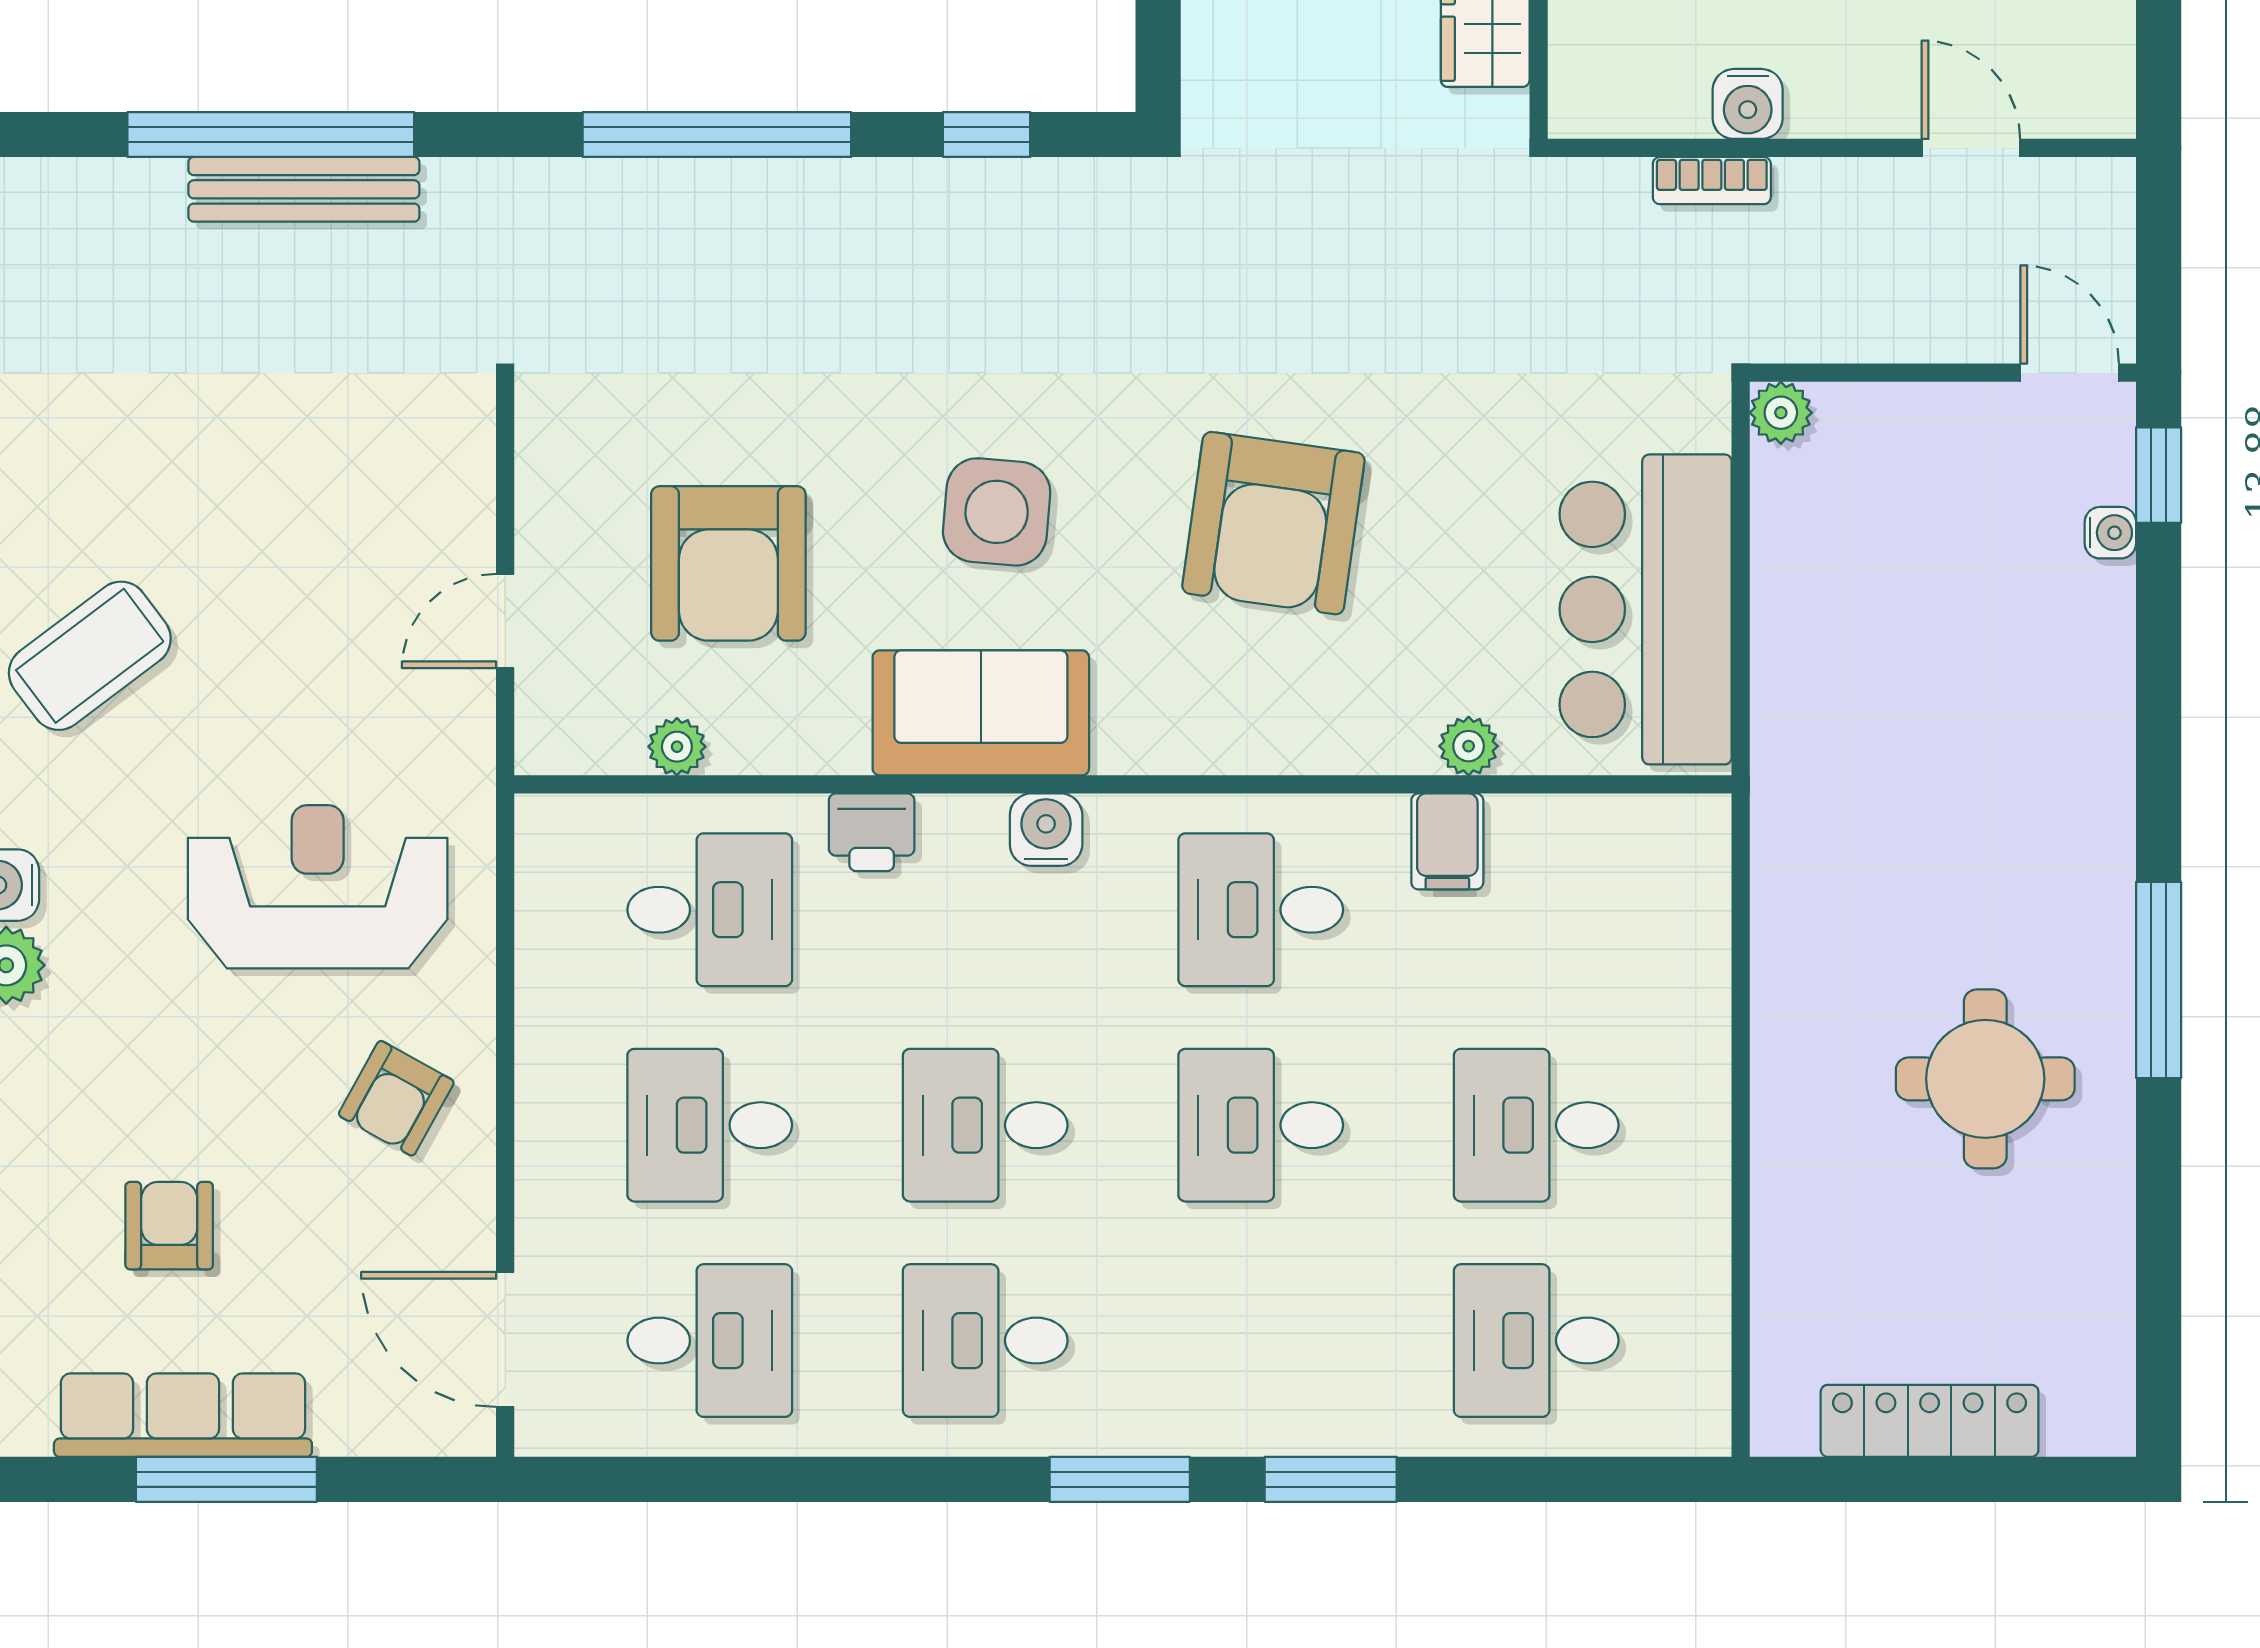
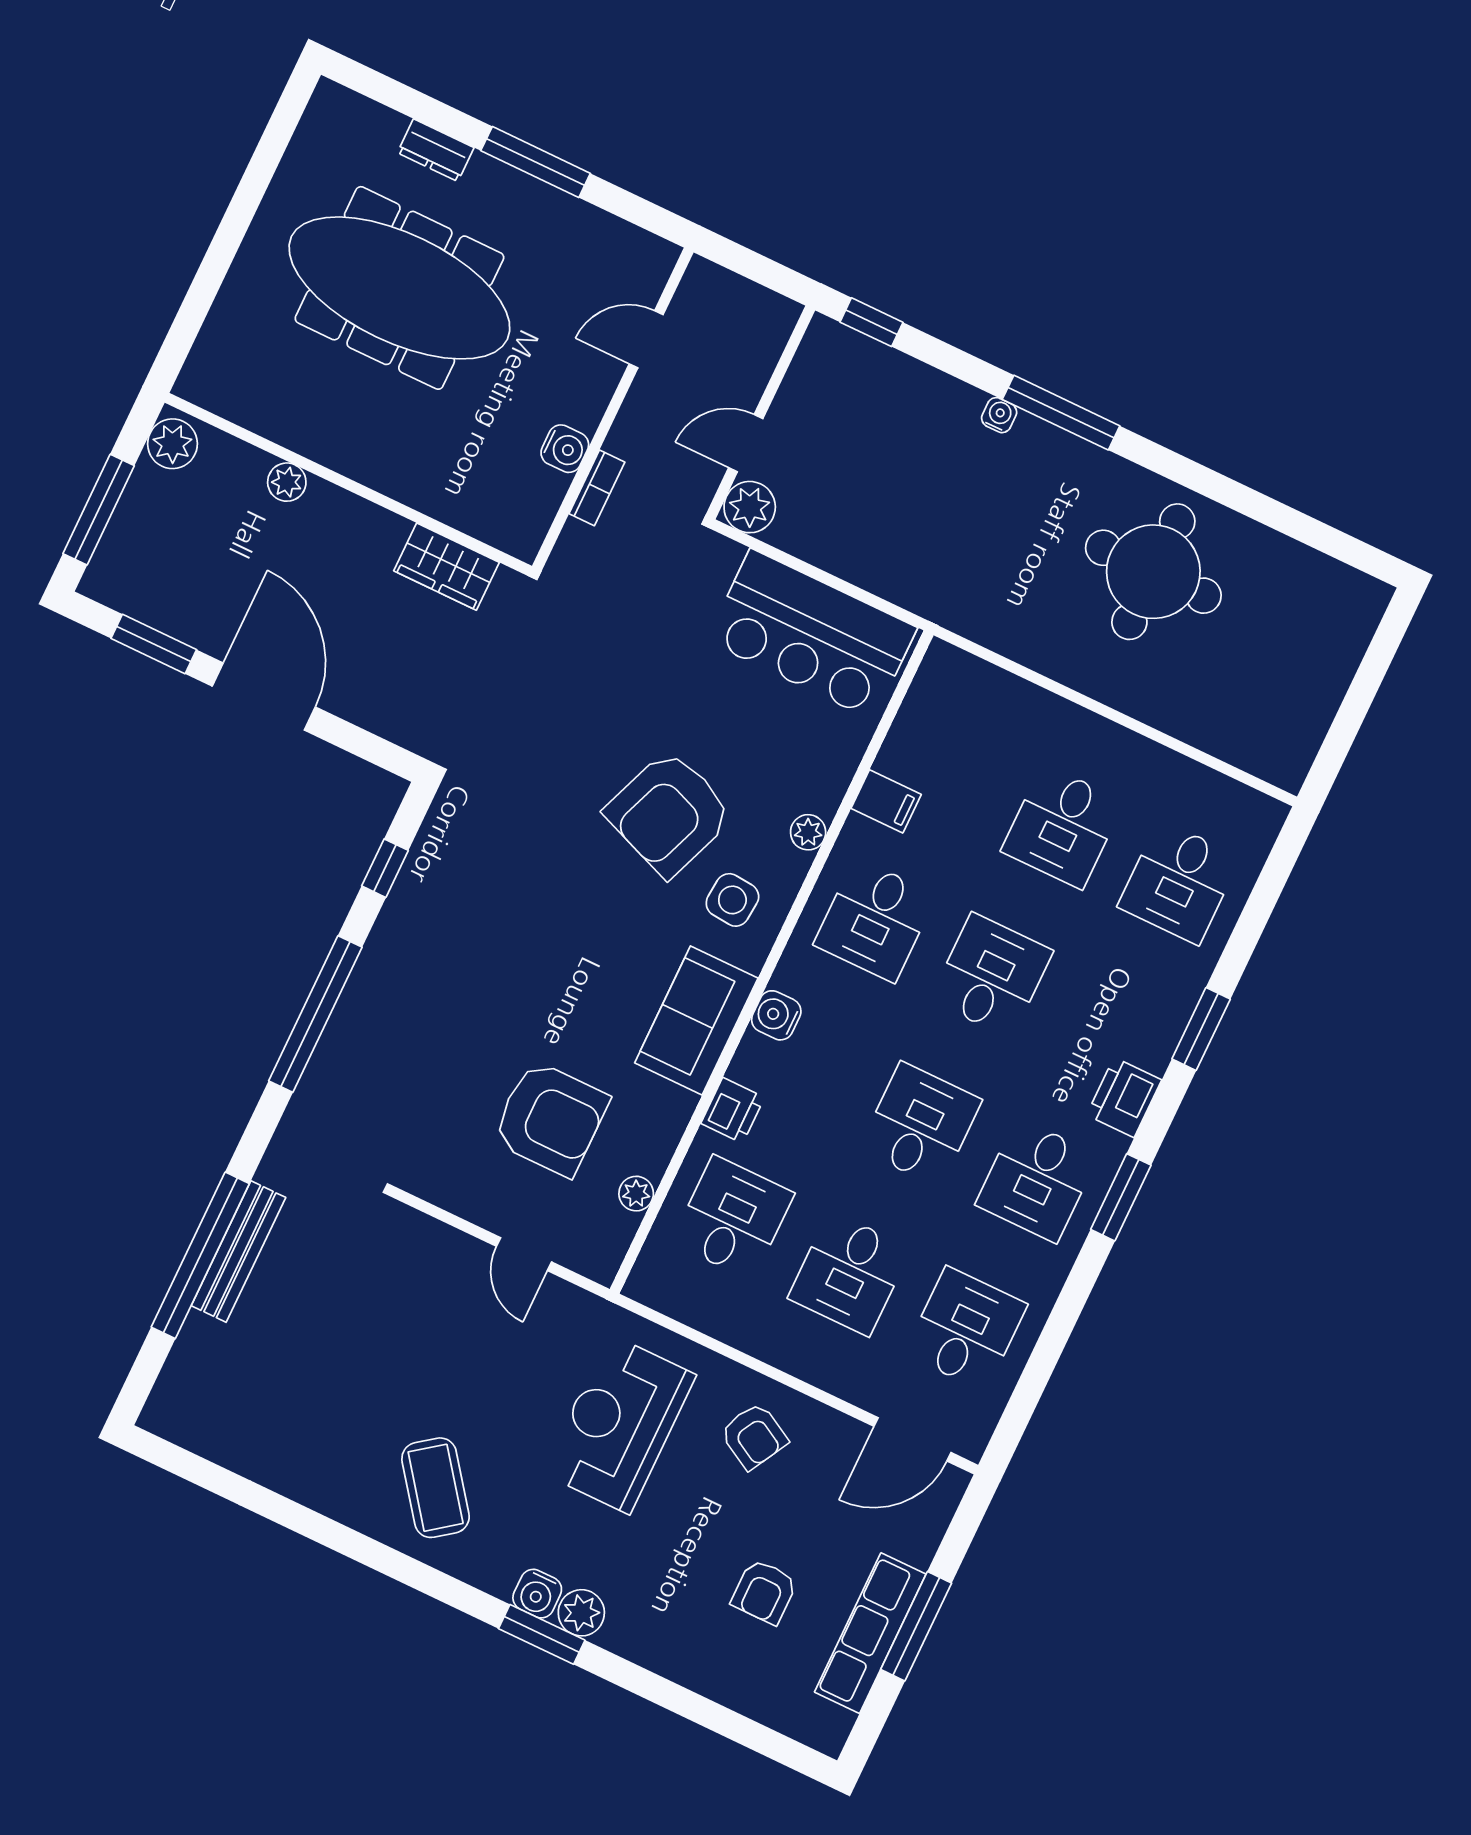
door: (2070, 373) -> (746, 443), moved
plant: (1781, 413) -> (750, 507), width x1.38, depth x1.38
side table: (997, 512) -> (732, 900), moved, width x0.73, depth x0.73
armchair: (1273, 523) -> (669, 813), turned 103
water cooler: (2110, 533) -> (999, 415), moved
plant: (1469, 746) -> (808, 832), moved
window: (2159, 980) -> (1061, 413), moved
round table: (1985, 1079) -> (1153, 572), width x1.36, depth x1.36
desk: (985, 1125) -> (920, 1124), turned 180
desk: (1261, 1125) -> (991, 975), turned 180
armchair: (169, 1226) -> (764, 1592), turned -90
printer: (1172, 1413) -> (1124, 1097), added
locker: (1930, 1421) -> (1324, 690), removed
window: (1120, 1479) -> (1121, 1197), moved

